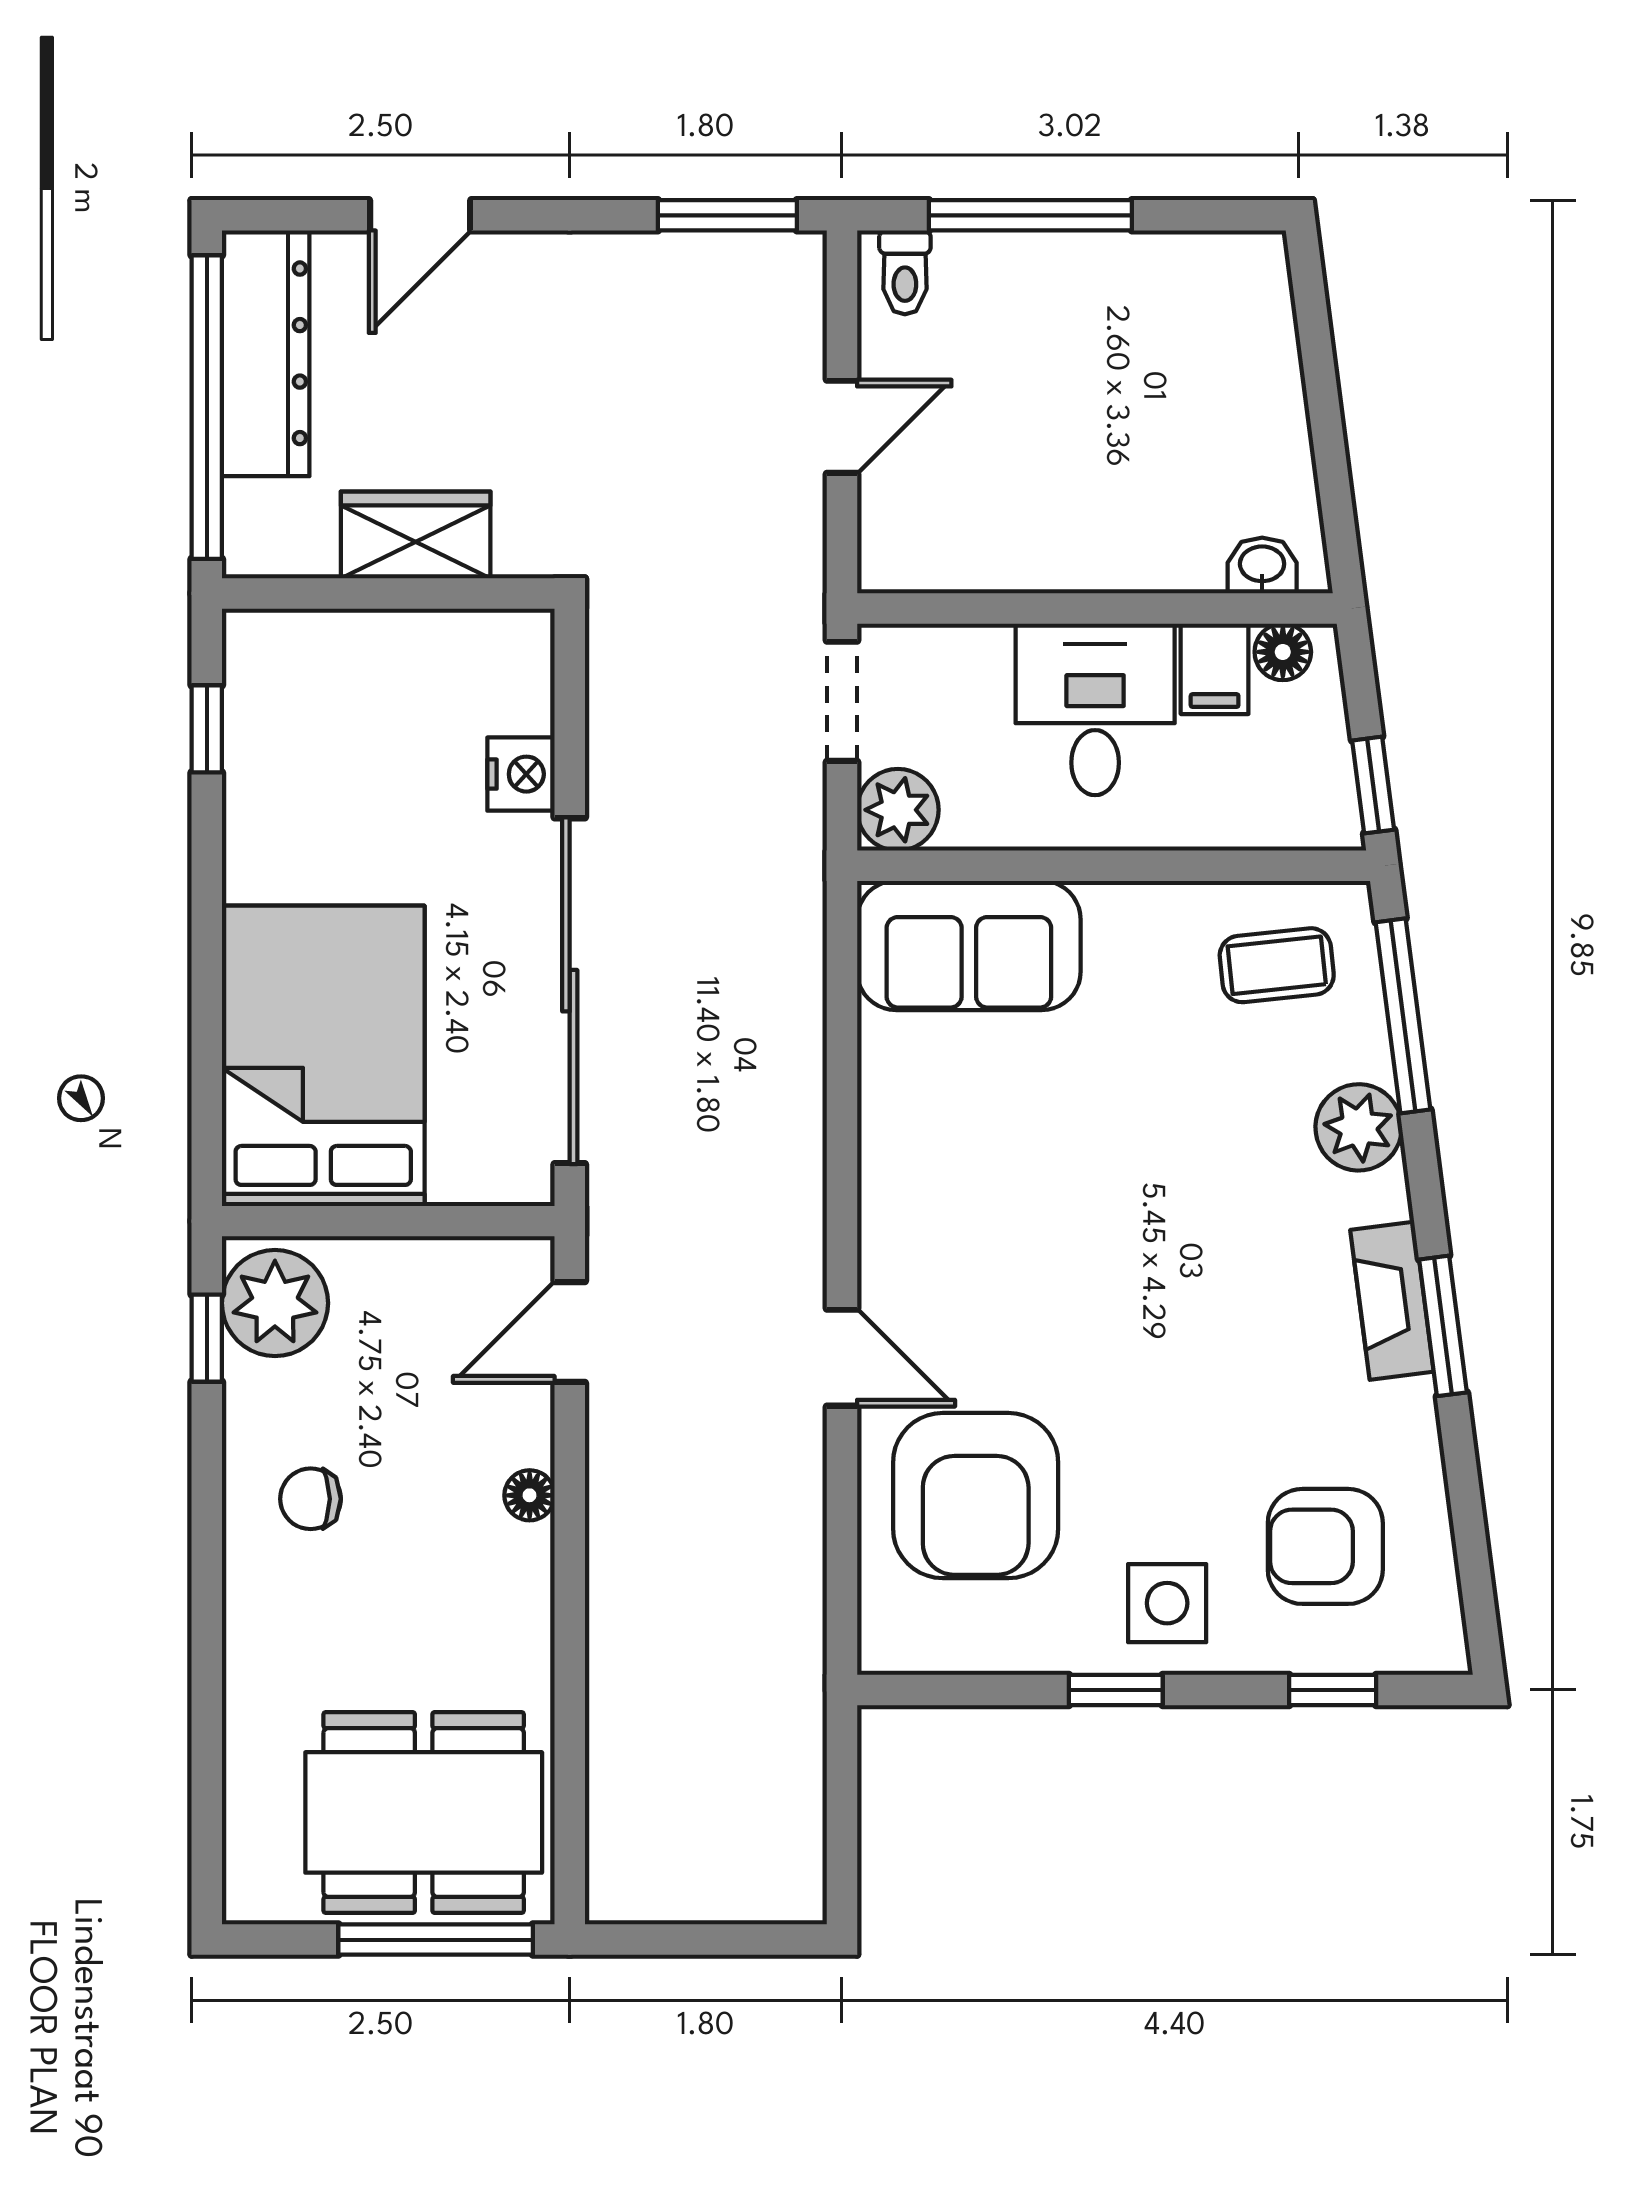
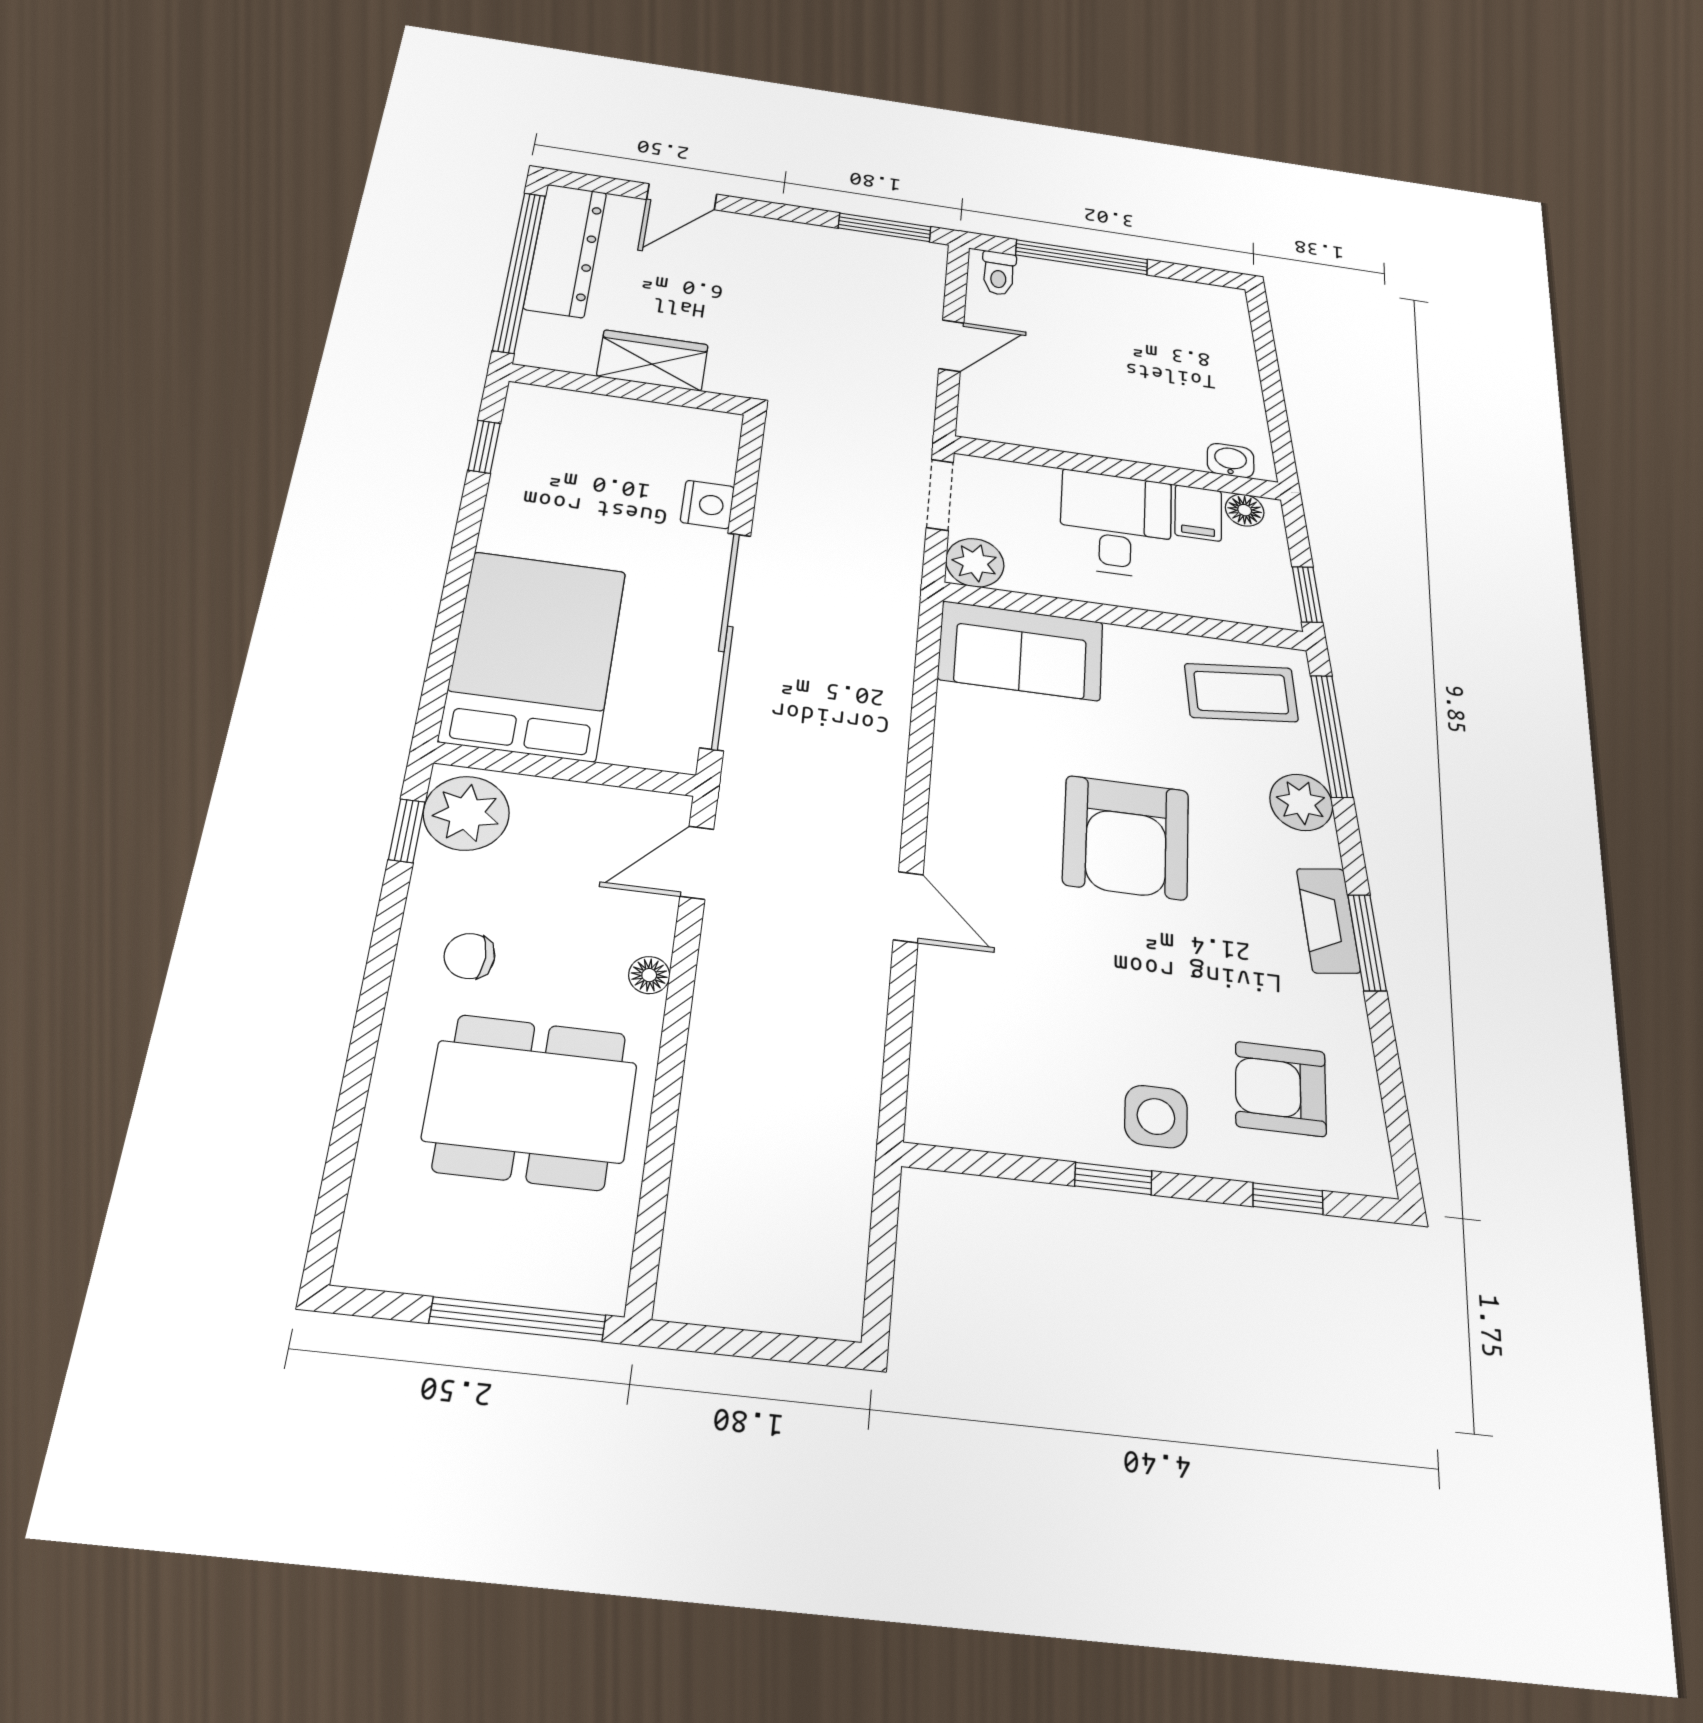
coffee table: (1277, 965) -> (1241, 693), width x1.36, depth x1.30
armchair: (976, 1496) -> (1126, 837), moved
dining table: (424, 1812) -> (530, 1102), moved

